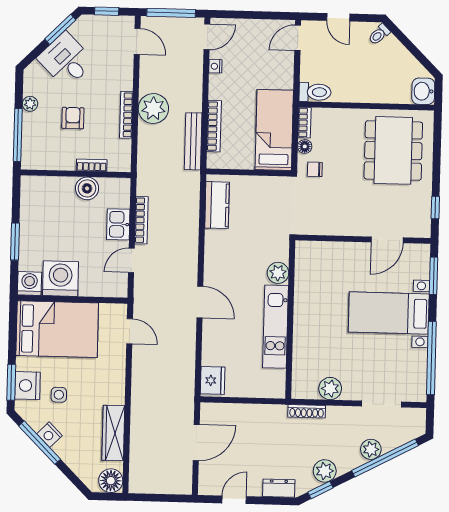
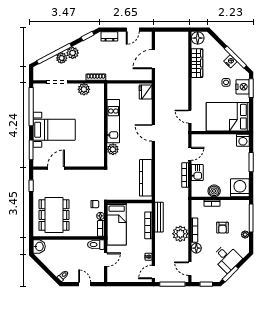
door: (298, 38) -> (106, 260), moved
floor lamp: (124, 80) -> (196, 248), added
kitchen counter: (217, 205) -> (146, 178), width x1.50
washing machine: (60, 279) -> (240, 188), moved, turned 180
plant: (325, 471) -> (73, 53), moved

